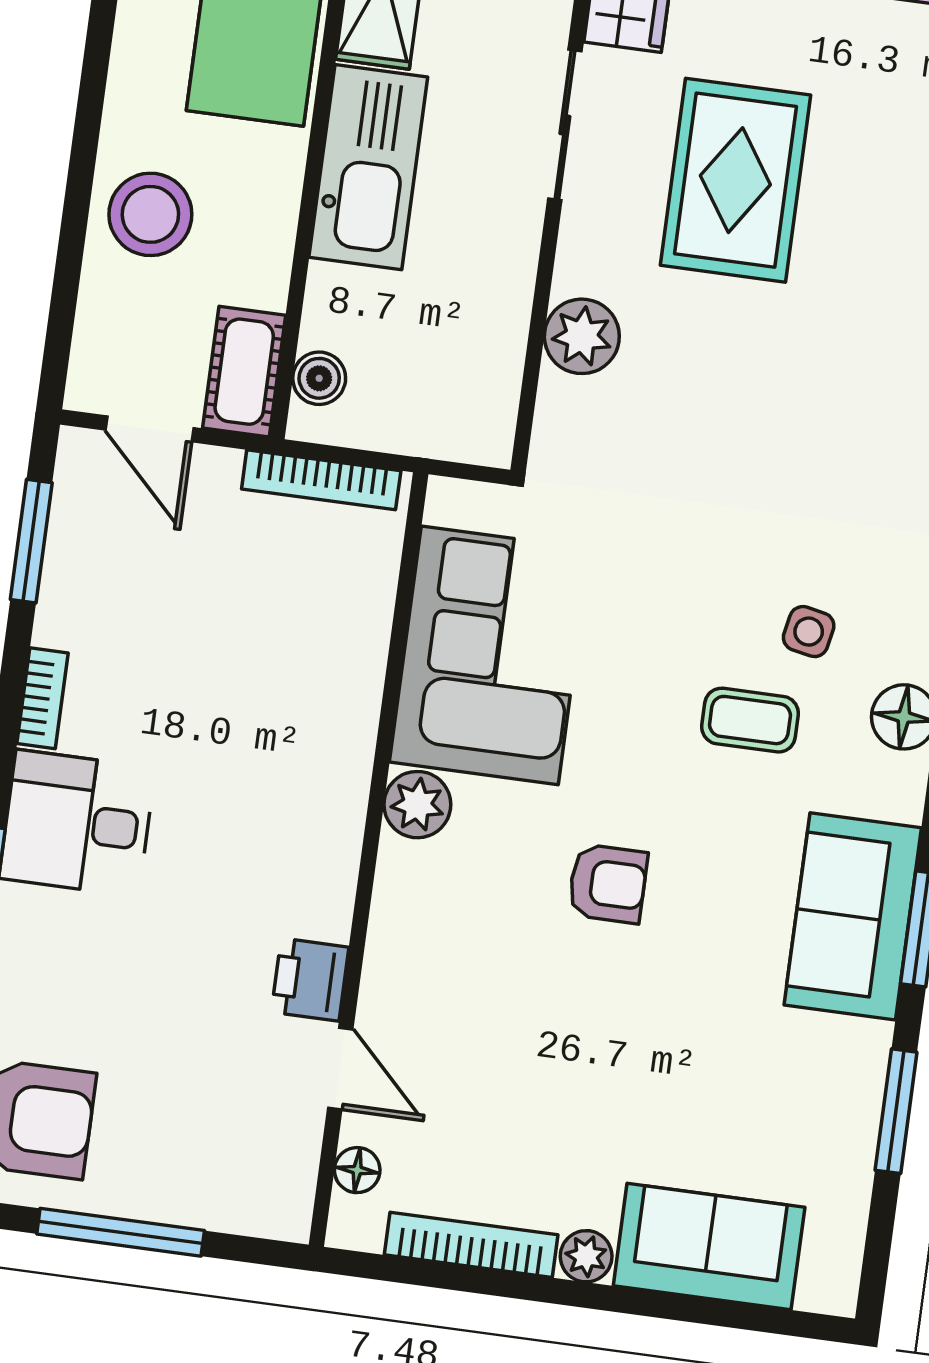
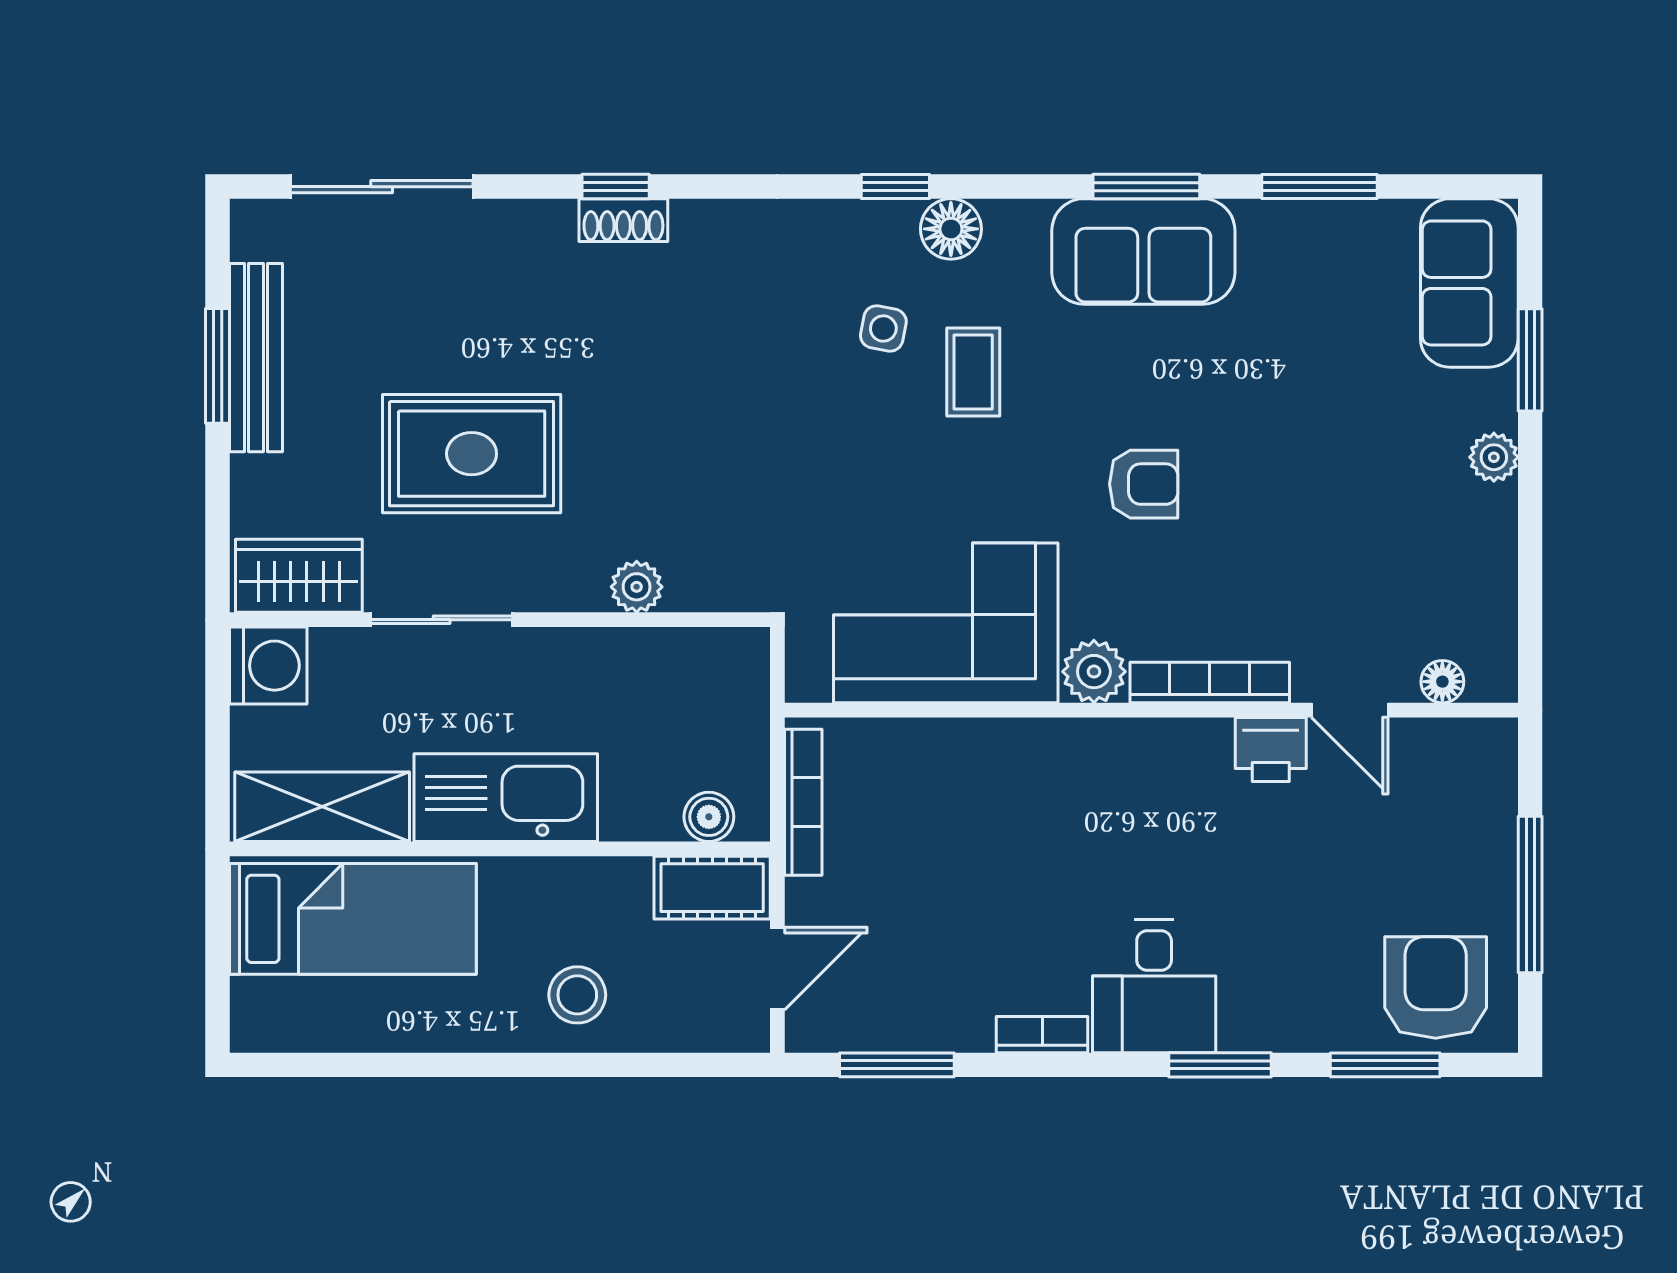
stool: (150, 214) -> (577, 995), width x0.73, depth x0.73
plant: (582, 336) -> (637, 587), width x0.73, depth x0.73
armchair: (608, 884) -> (1144, 484), turned 90
door: (340, 1069) -> (1350, 710), swing flipped
bookcase: (471, 1245) -> (1210, 683), moved, turned 90
sofa: (709, 1247) -> (1469, 283), moved
window: (684, 1308) -> (1530, 360), added

